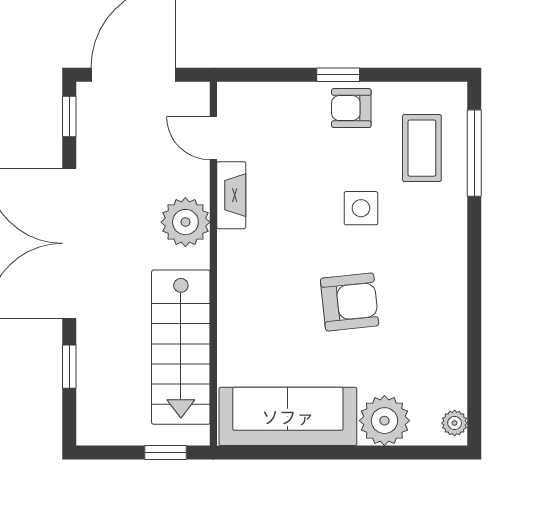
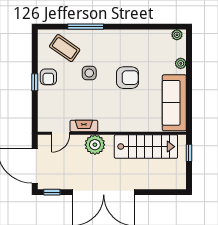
coffee table: (422, 148) -> (65, 48), turned 35
window: (474, 153) -> (86, 27), moved
armchair: (350, 302) -> (128, 78), turned 96
window: (69, 367) -> (154, 192), removed
plant: (384, 421) -> (181, 63), width x0.53, depth x0.53

